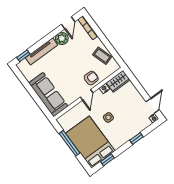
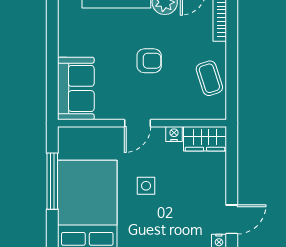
armchair: (91, 78) -> (149, 61), moved
sofa: (48, 95) -> (76, 88), width x0.73

